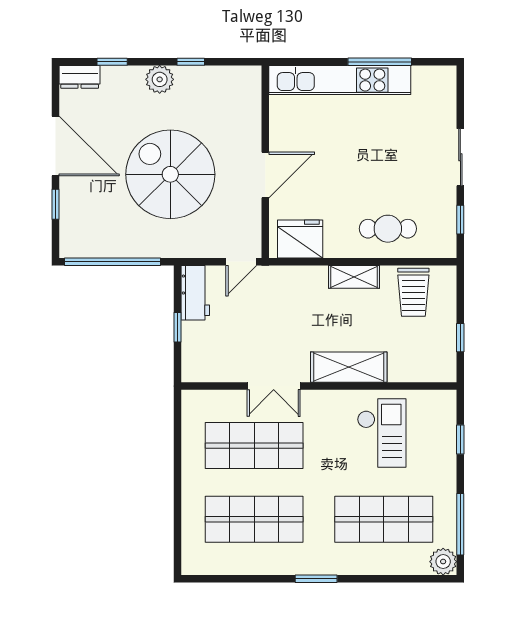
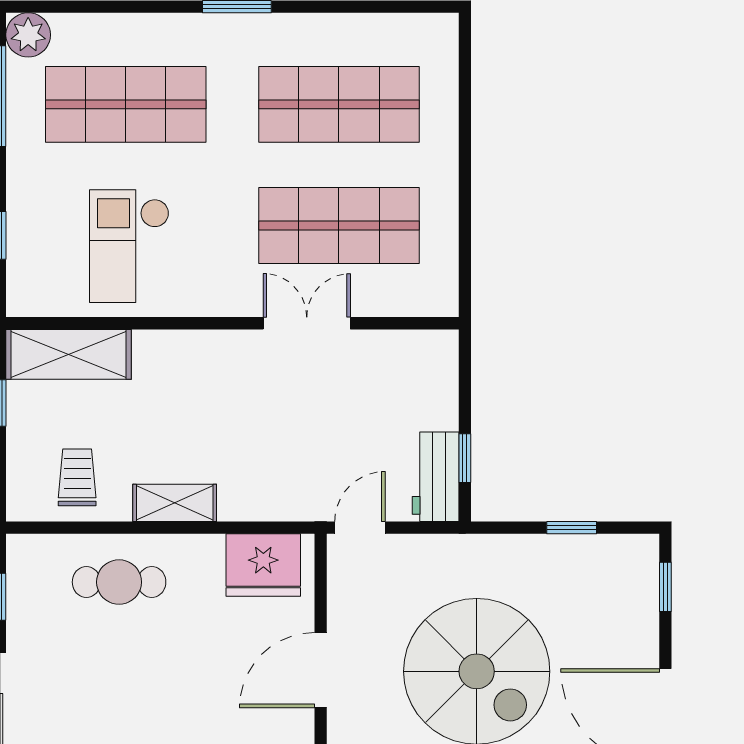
window: (56, 204) -> (665, 587), moved
window: (113, 262) -> (572, 528), width x0.32
trolley: (413, 292) -> (77, 477), width x0.73, depth x0.72
window: (177, 327) -> (465, 458), moved
shelving: (349, 367) -> (69, 354), moved

